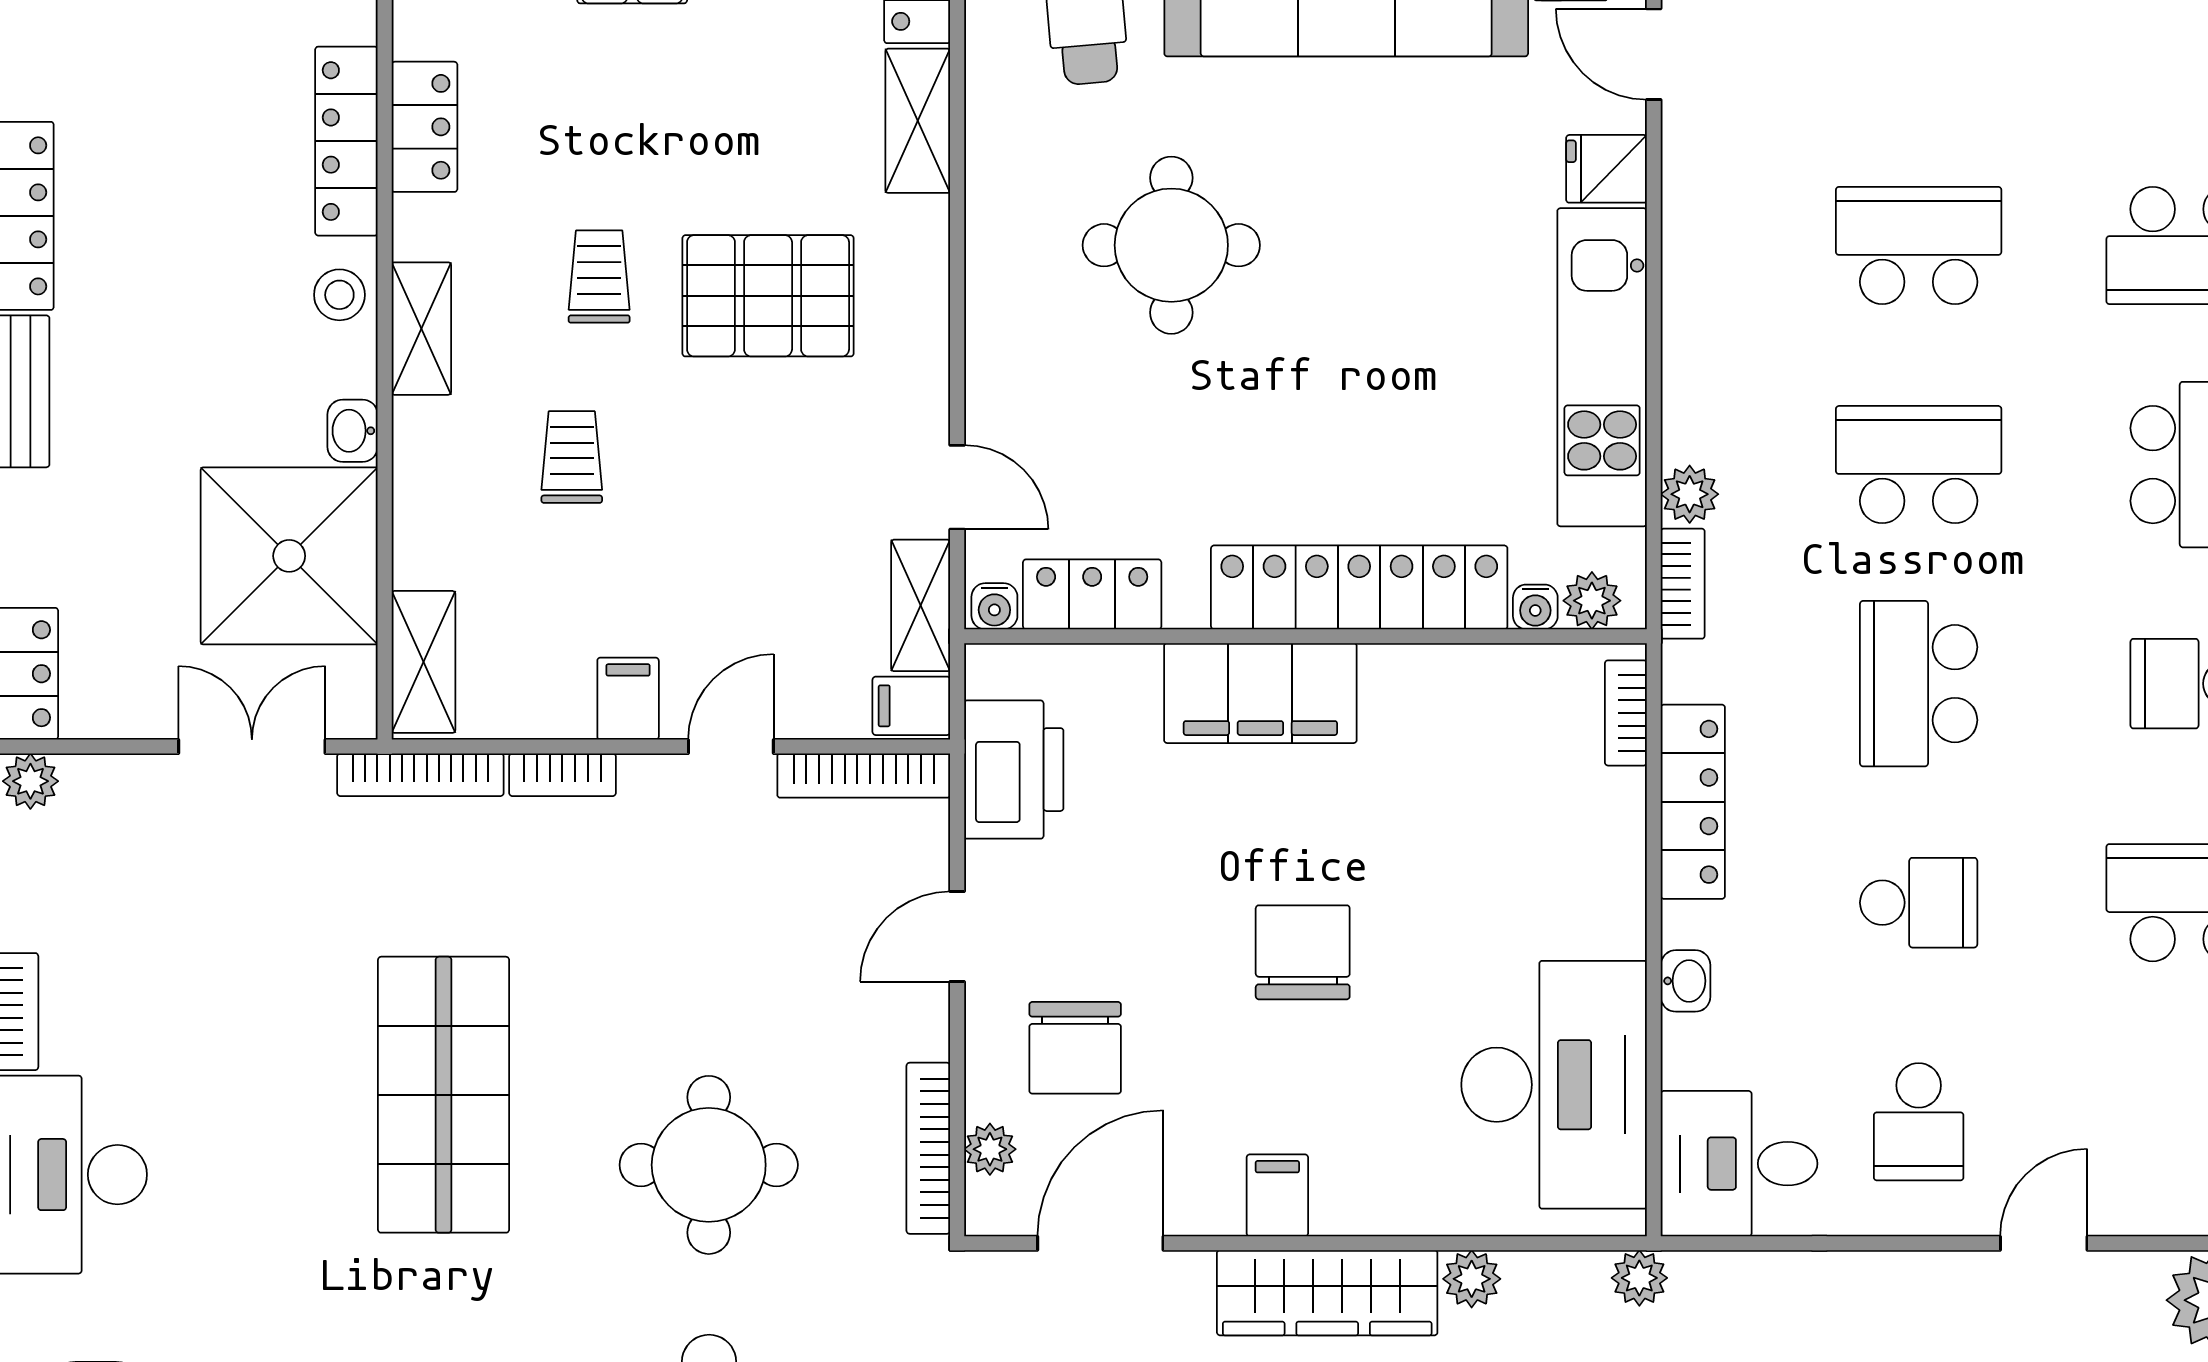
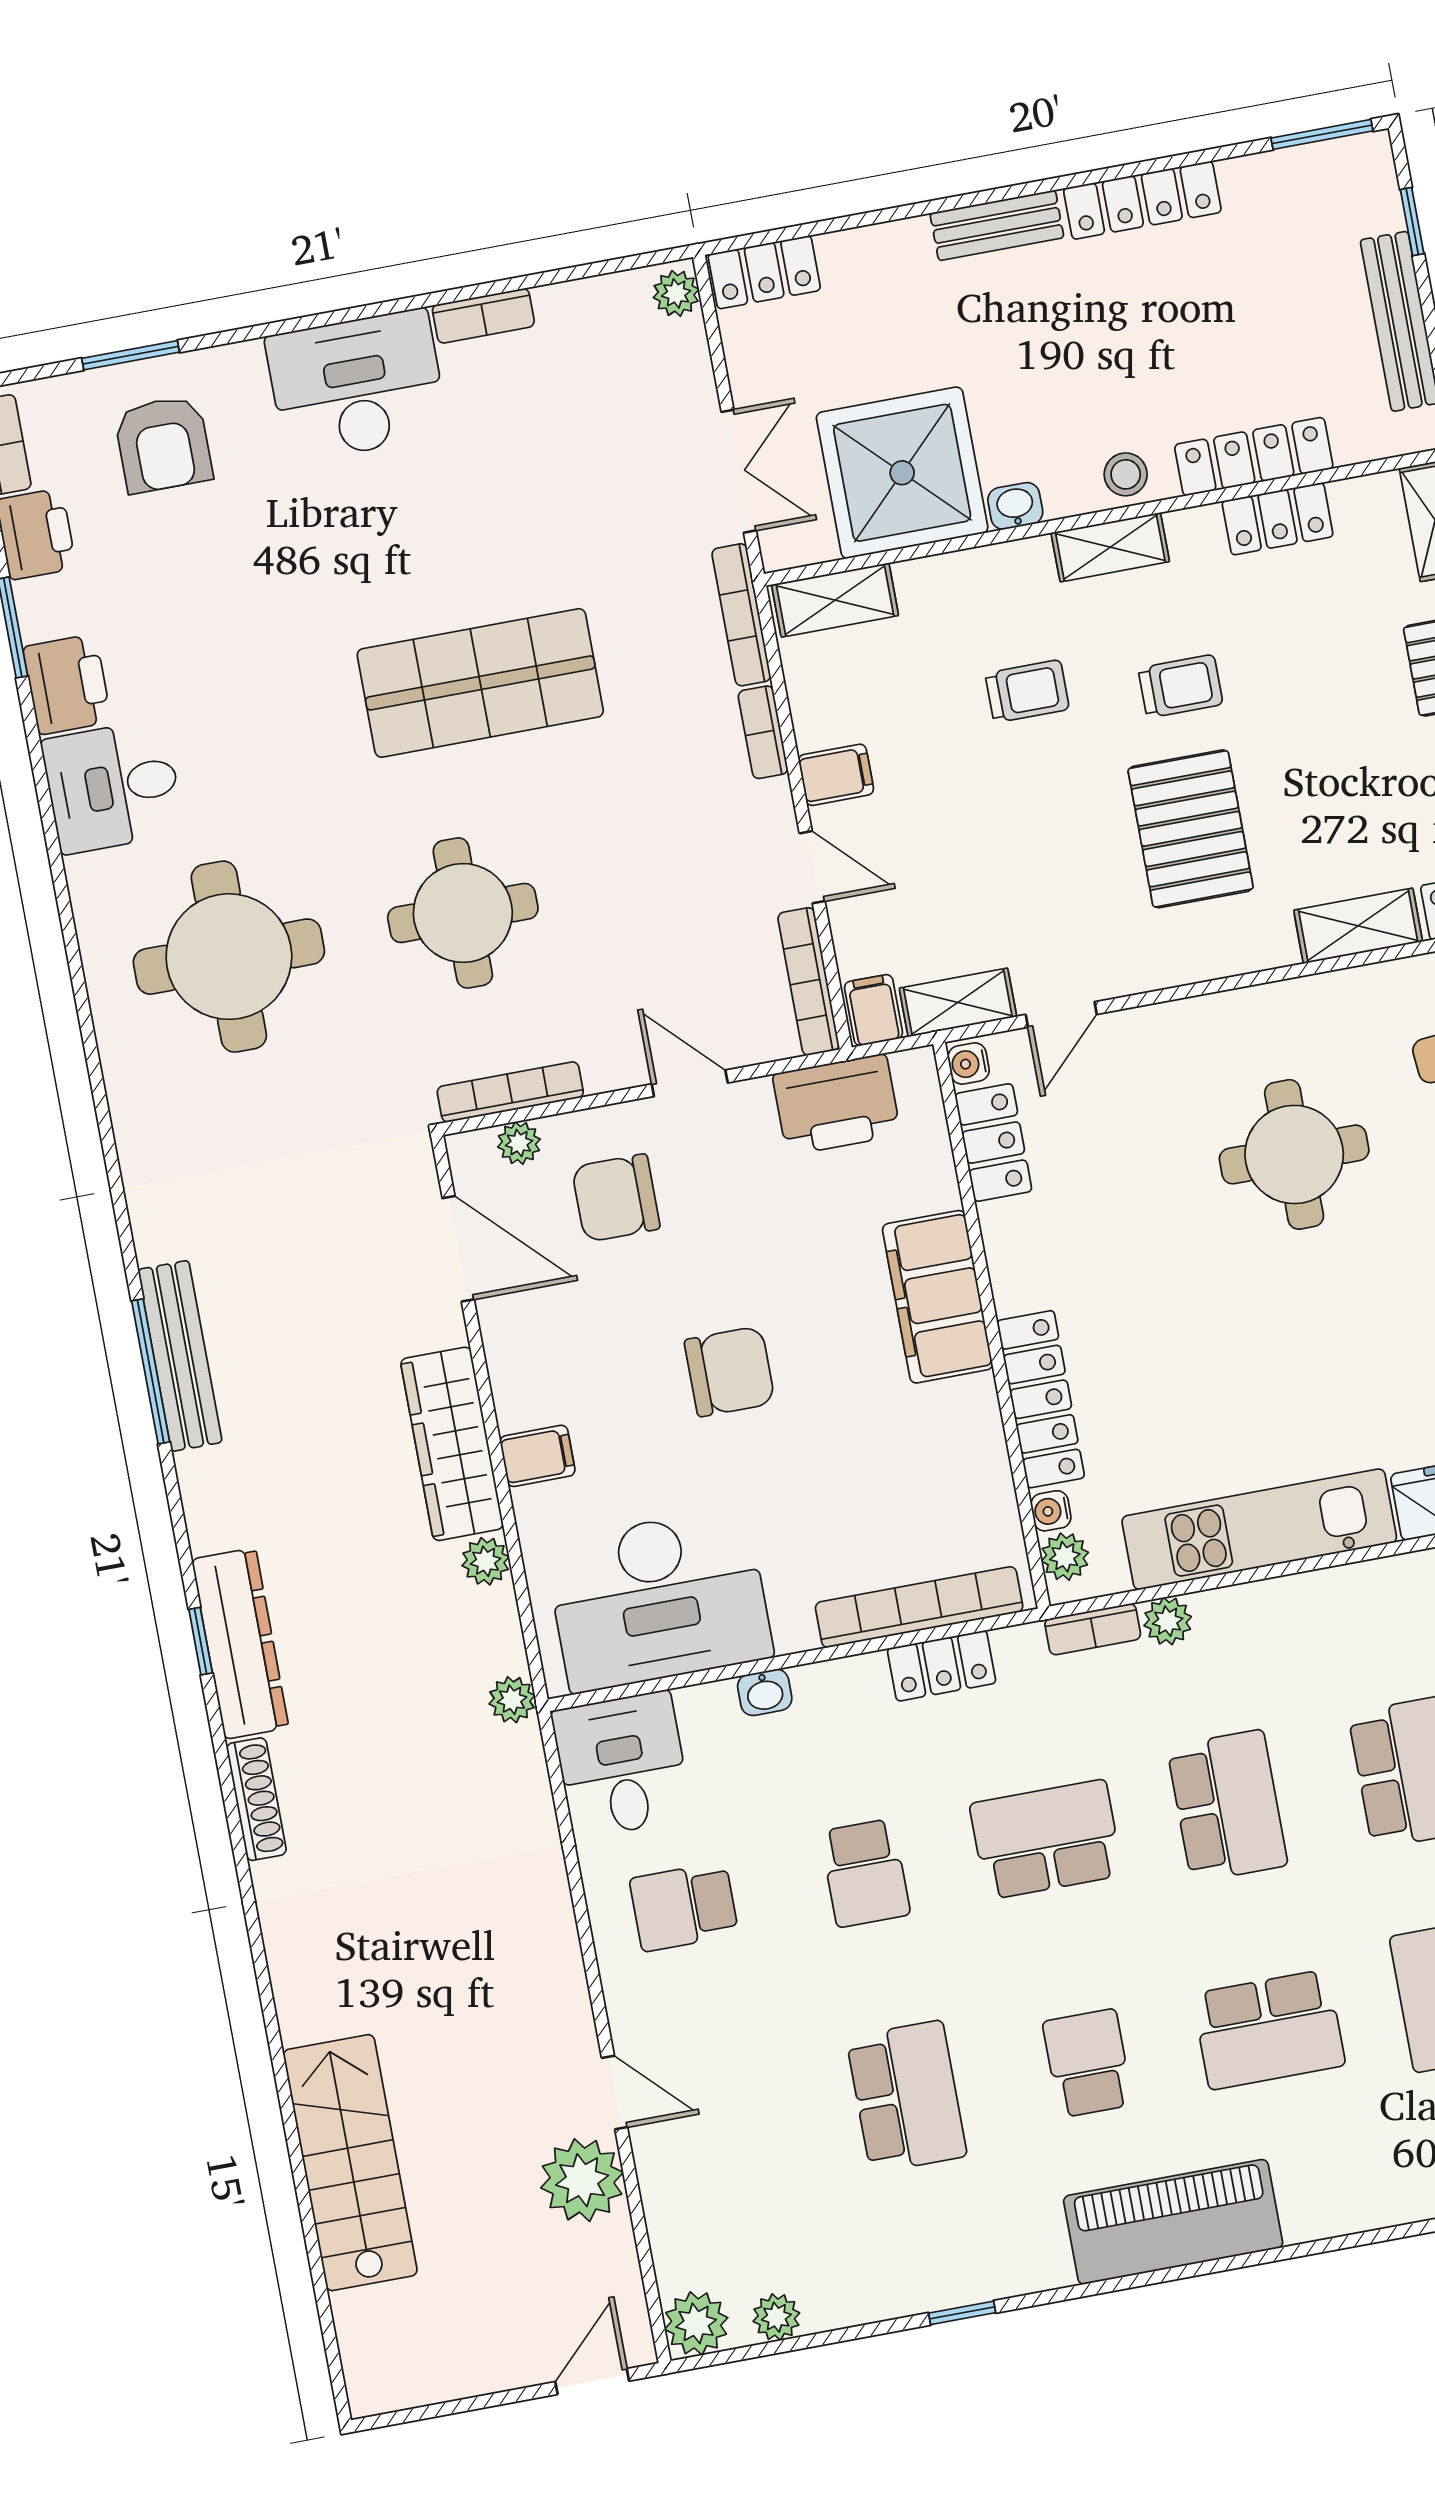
locker: (1359, 587) -> (1041, 1399), width x0.71, depth x0.83
bookcase: (1626, 713) -> (919, 1607), width x2.31, depth x1.31
locker: (1693, 802) -> (942, 1666), width x0.66
filing cabinet: (1277, 1195) -> (537, 1456), moved
door: (2044, 1243) -> (615, 2093), moved

